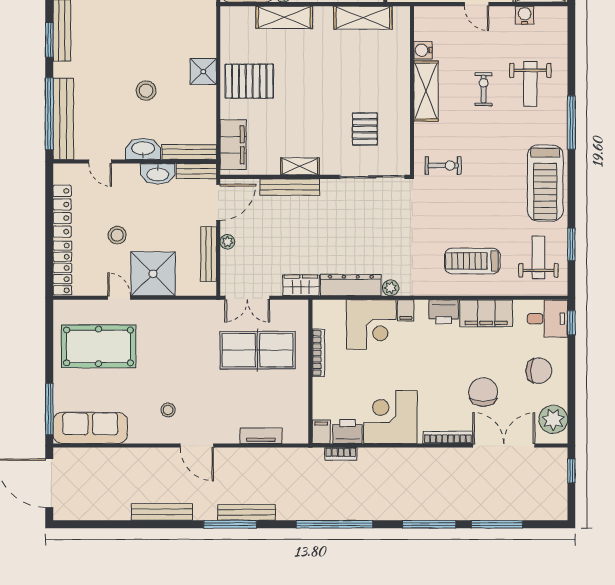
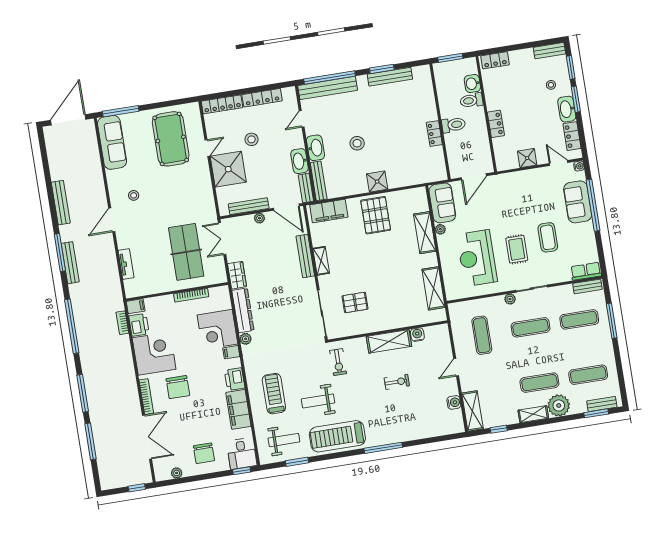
weight bench: (530, 84) -> (318, 401), moved
chair: (483, 392) -> (178, 387), moved, turned 90
plant: (553, 419) -> (177, 473), width x0.53, depth x0.53

